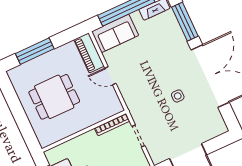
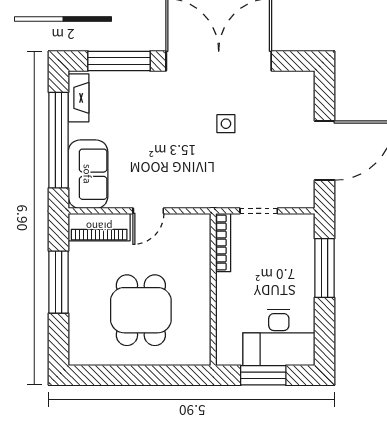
window: (35, 51) -> (59, 282), moved

